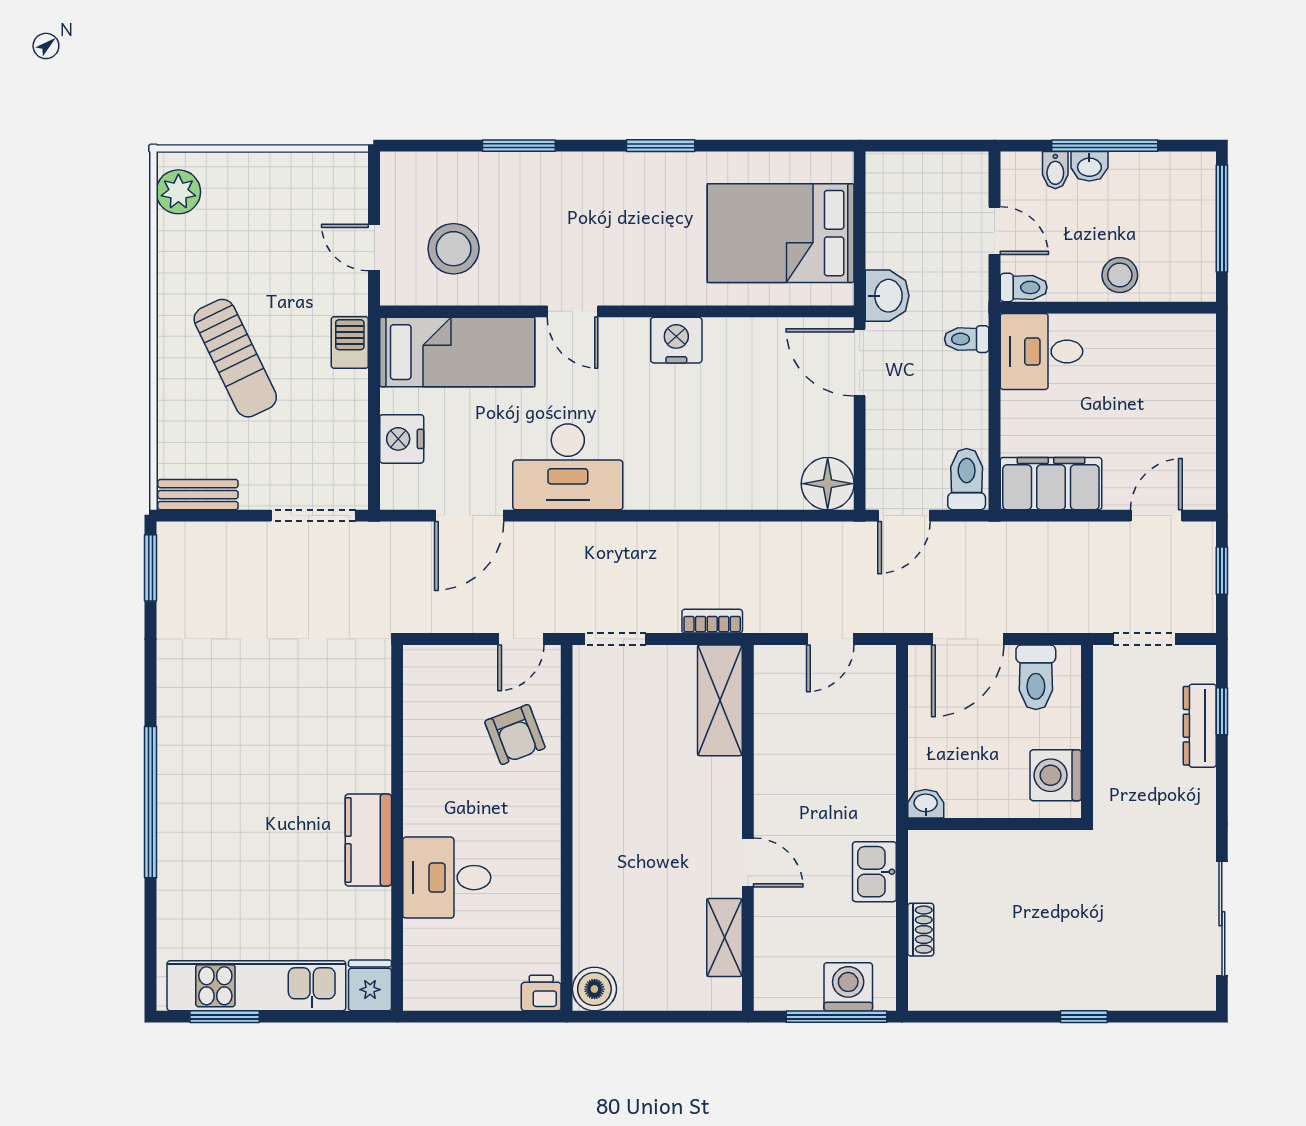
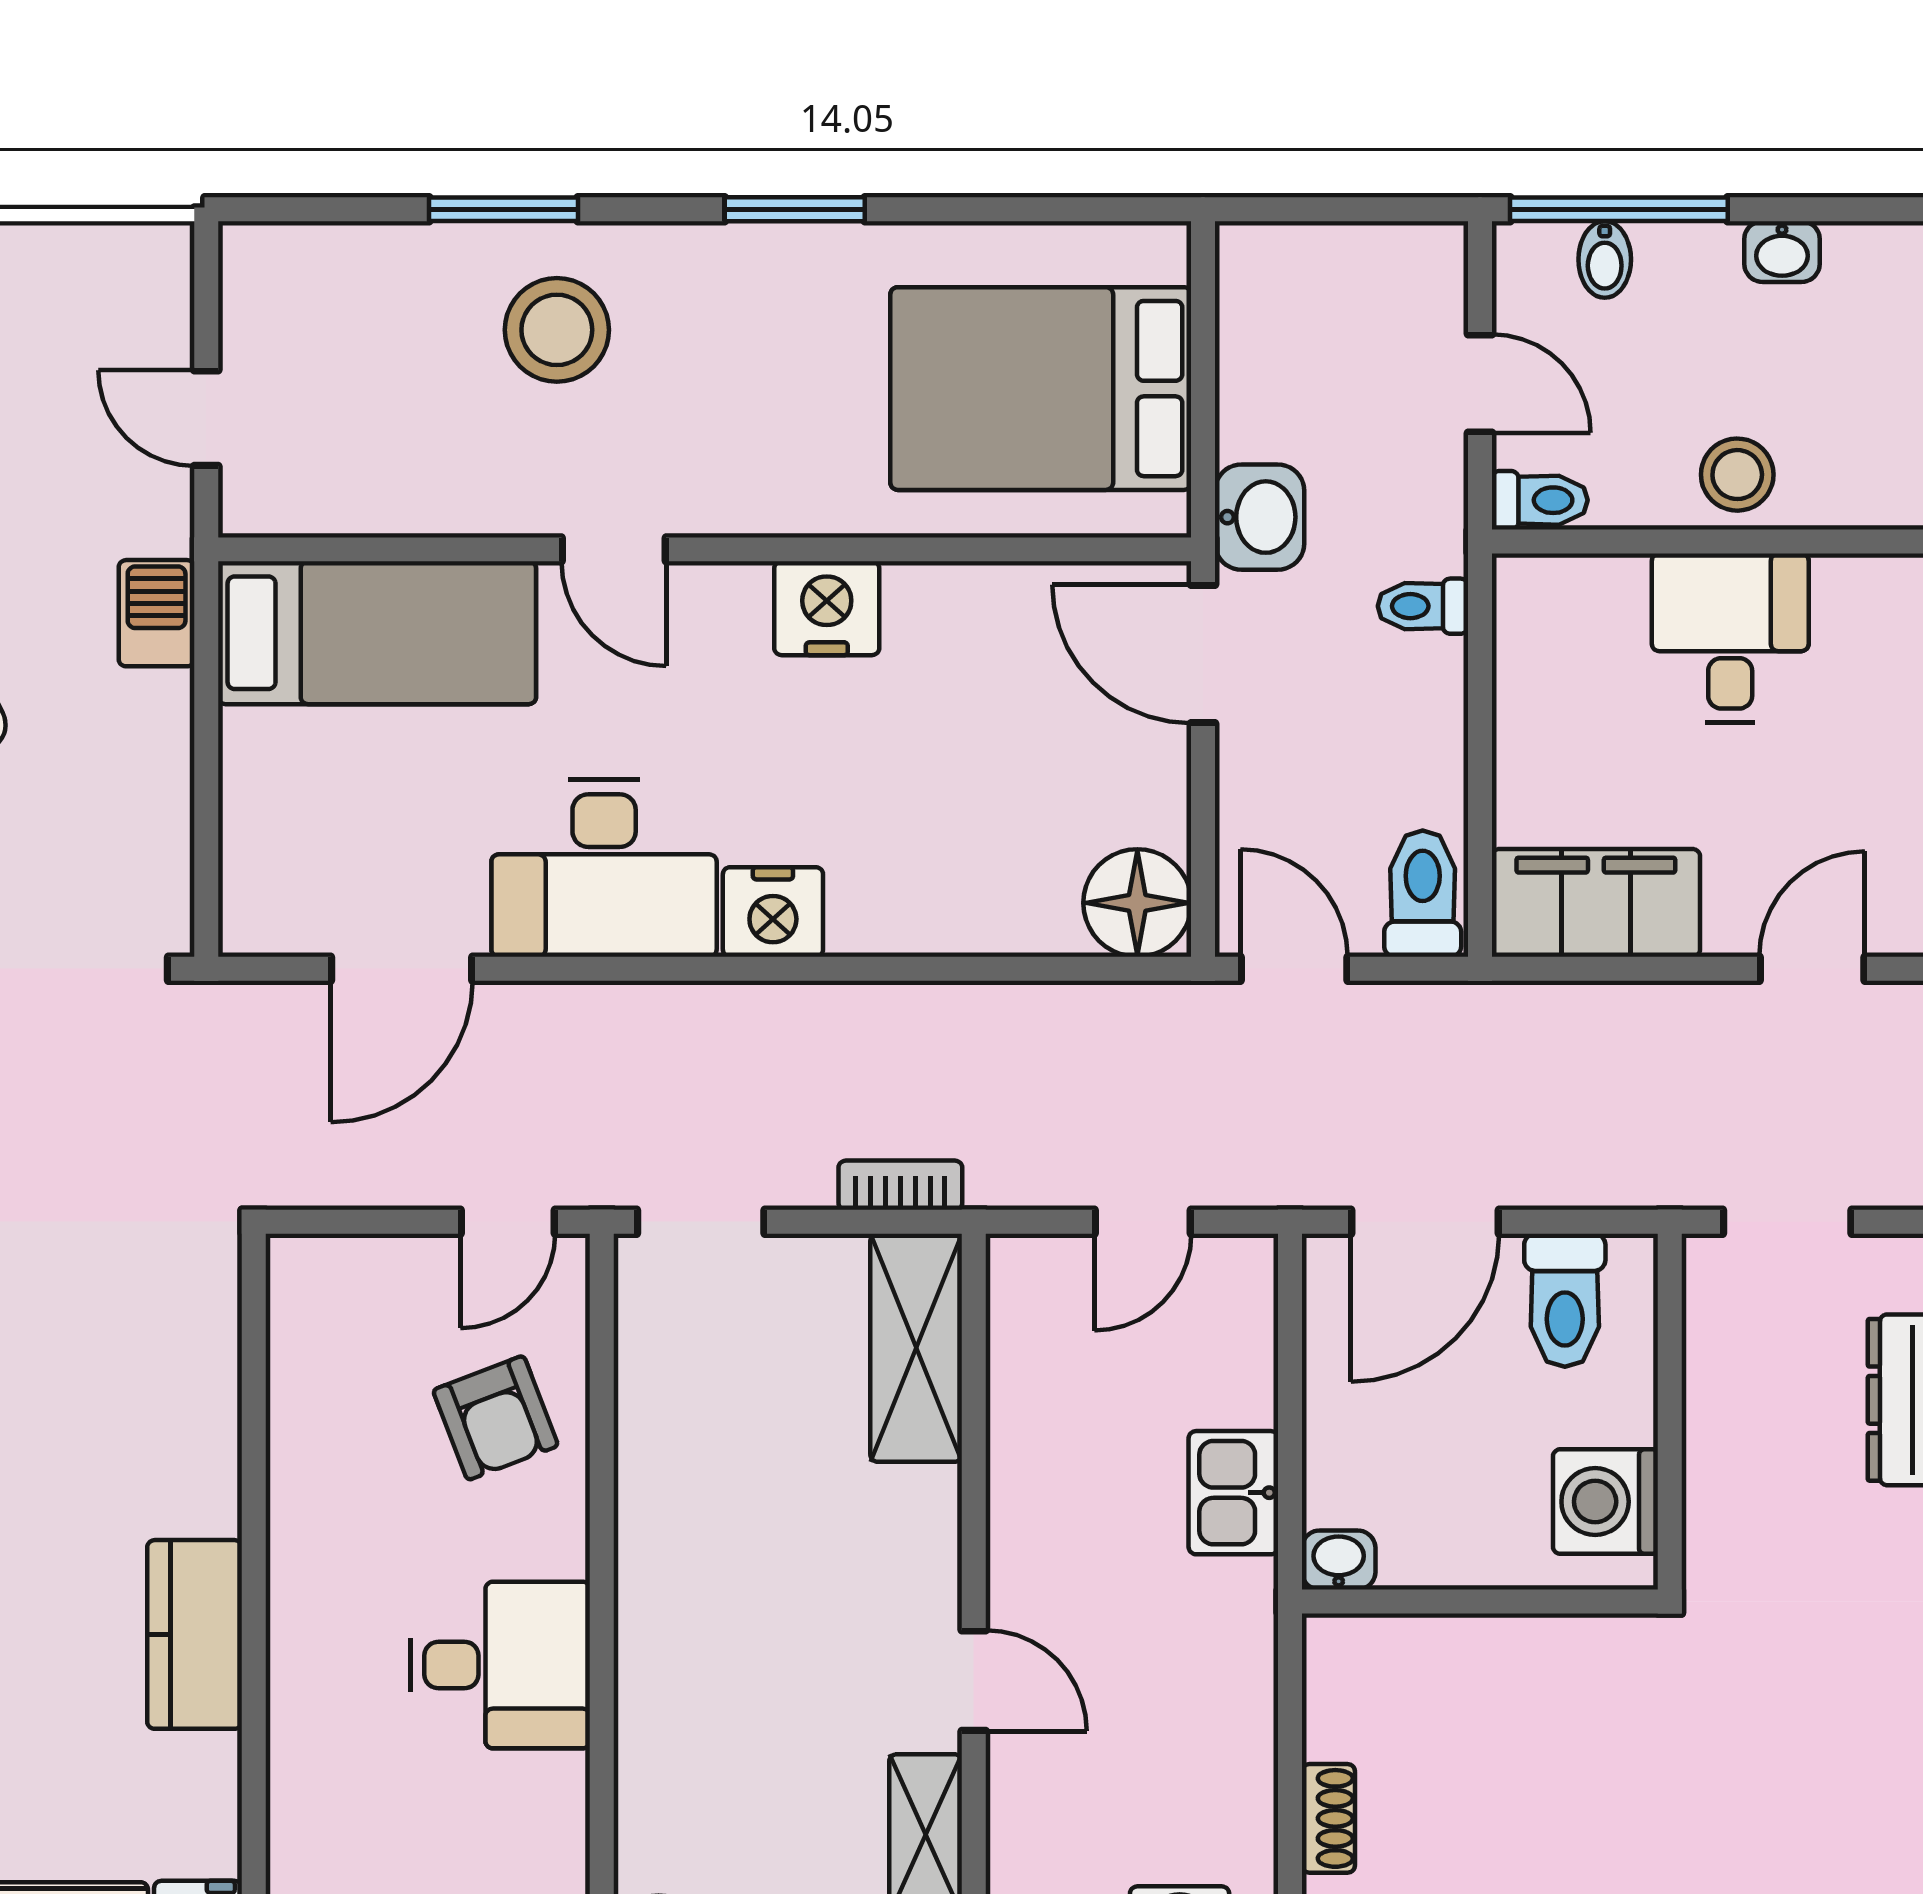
window: (1105, 146) -> (1619, 209), moved
washbasin: (1089, 166) -> (1782, 252), moved
stool: (454, 249) -> (557, 330), moved
desk: (1041, 351) -> (1730, 638), moved, turned 90
nightstand: (402, 439) -> (773, 912), moved, turned -90
door: (904, 516) -> (1294, 969), swing flipped
kitchen sink: (874, 872) -> (1233, 1493), moved
desk: (447, 878) -> (500, 1665), moved, turned 180

